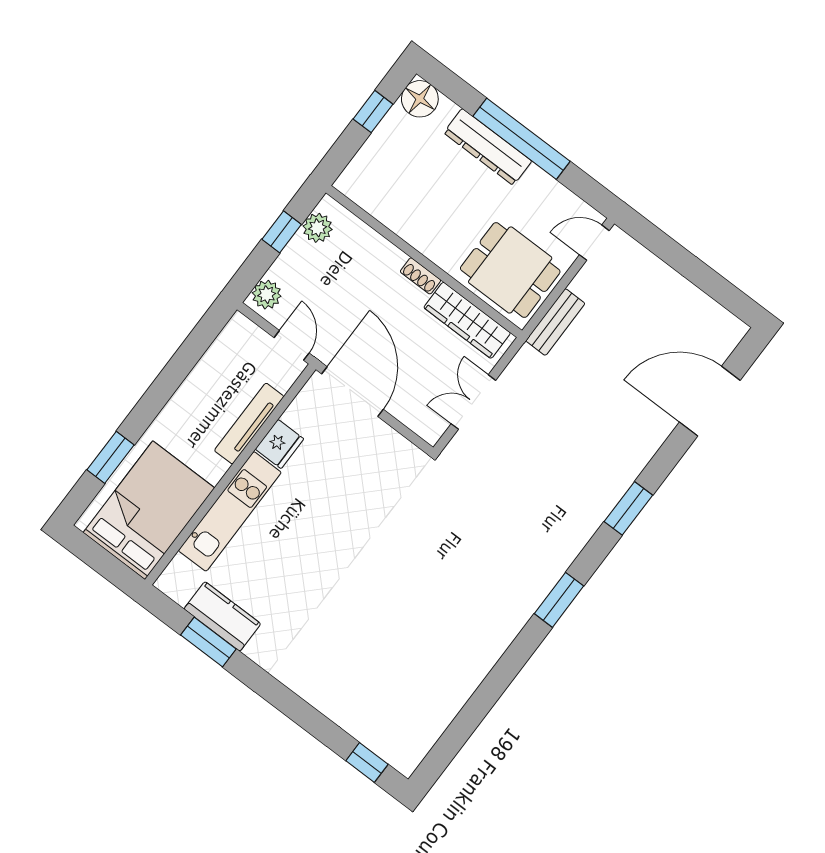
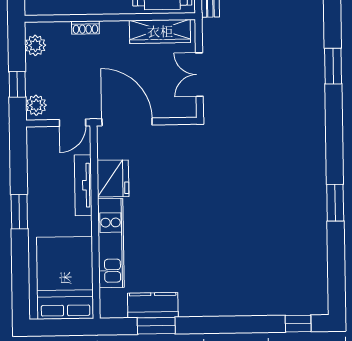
window: (282, 232) -> (17, 84), moved
shoe rack: (420, 276) -> (85, 28), moved
door: (292, 345) -> (73, 123), swing flipped
fridge: (279, 444) -> (113, 178), width x1.36, depth x1.34
window: (111, 457) -> (19, 212), moved
window: (559, 600) -> (335, 203), moved

